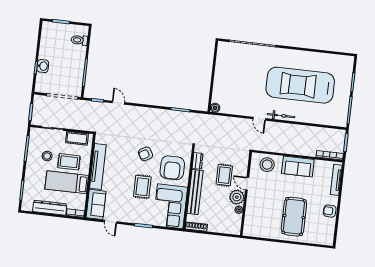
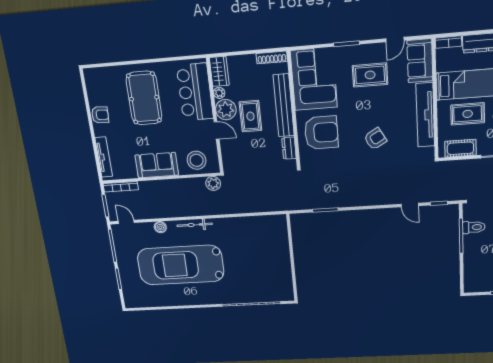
toilet: (79, 40) -> (474, 227), moved
car: (300, 85) -> (181, 265), turned 180
boiler: (215, 108) -> (160, 227), moved
door: (259, 119) -> (126, 222), moved
plant: (259, 145) -> (213, 183), added
armchair: (145, 154) -> (375, 139), moved
armchair: (172, 168) -> (321, 133), turned 90
rug: (224, 175) -> (250, 116), moved
rug: (142, 187) -> (370, 75), moved, turned 90
bar counter: (256, 214) -> (195, 92), added
door: (111, 222) -> (395, 40), swing flipped
wardrobe: (235, 224) -> (219, 71), added

